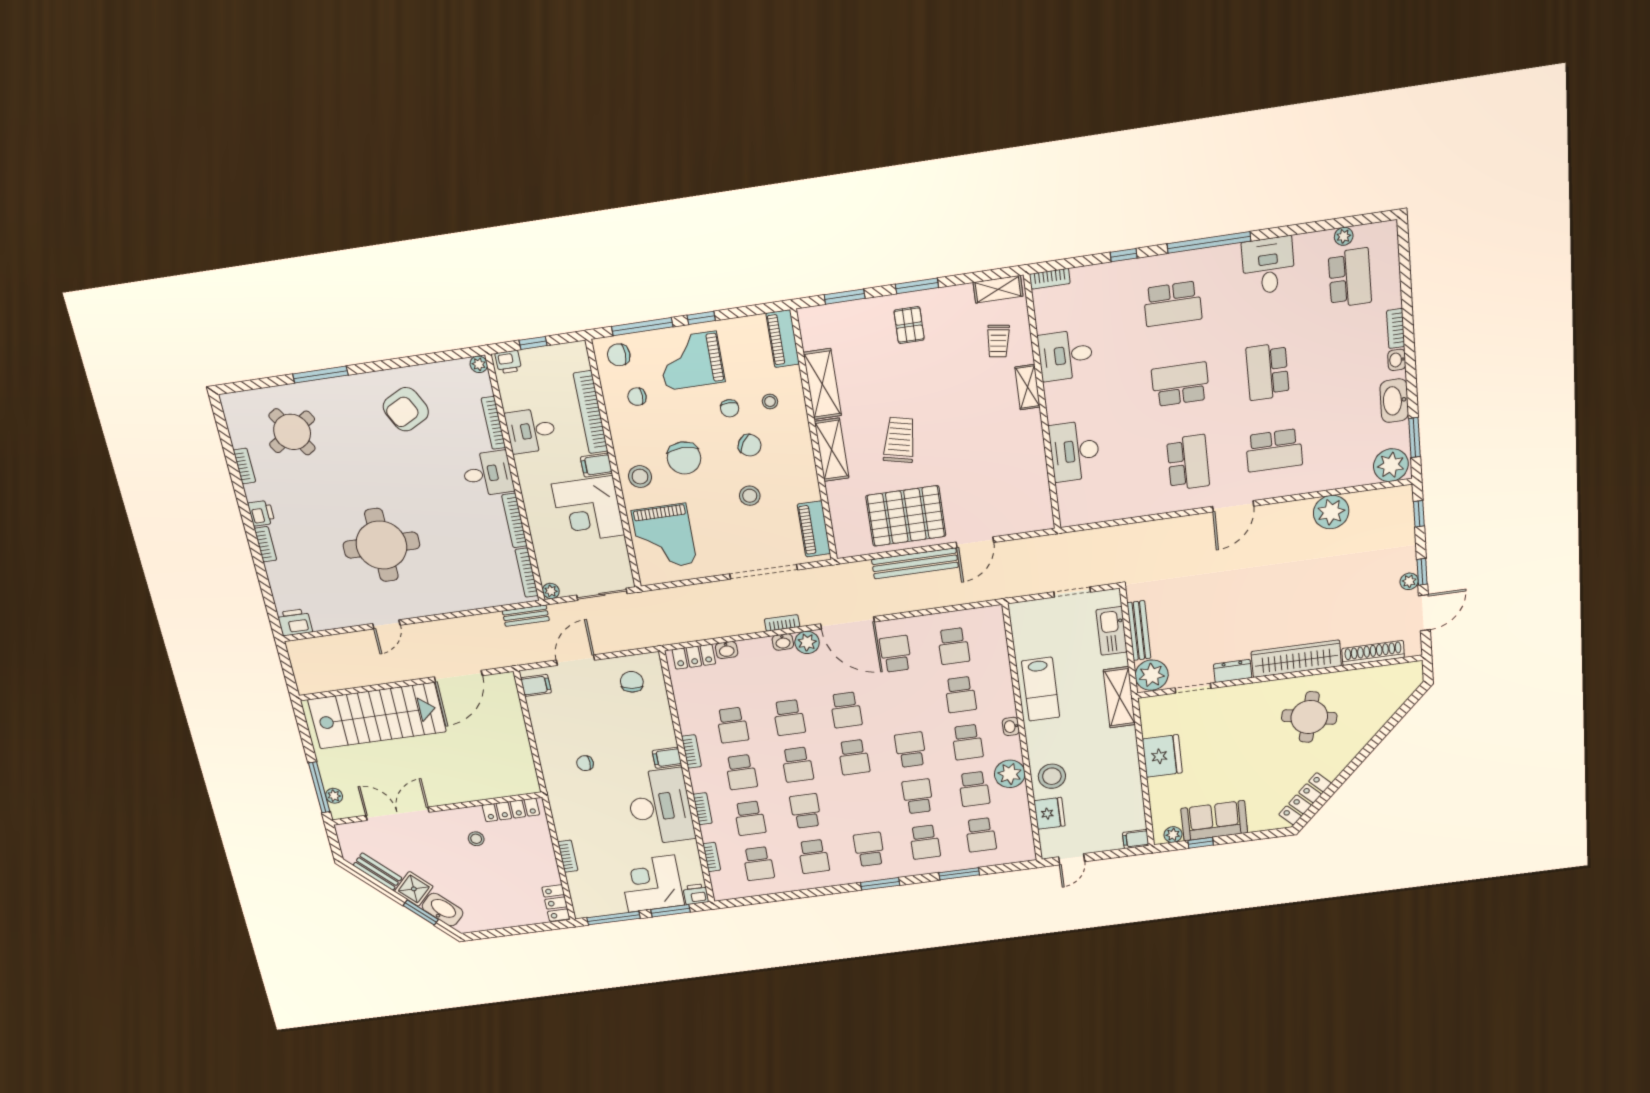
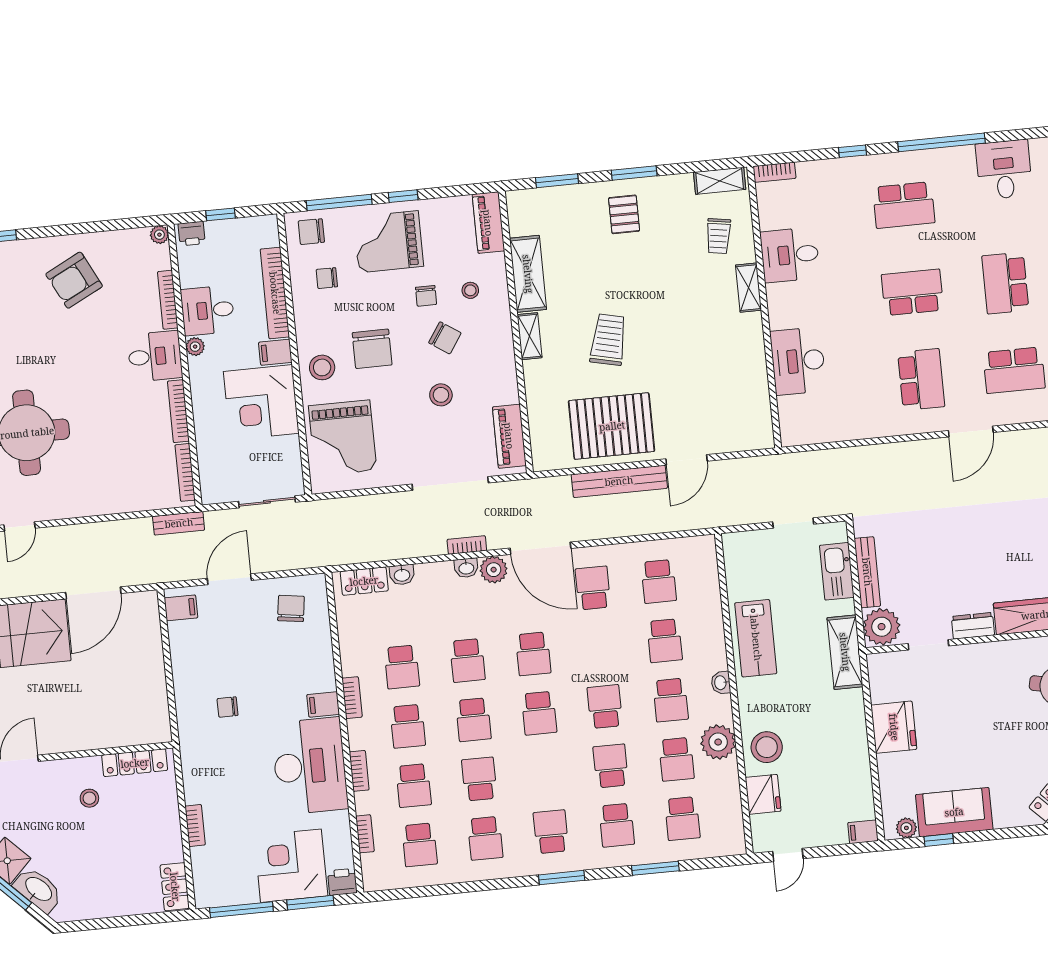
shelving: (832, 450) -> (529, 336), width x0.67, depth x0.75
plant: (551, 591) -> (195, 347), moved

